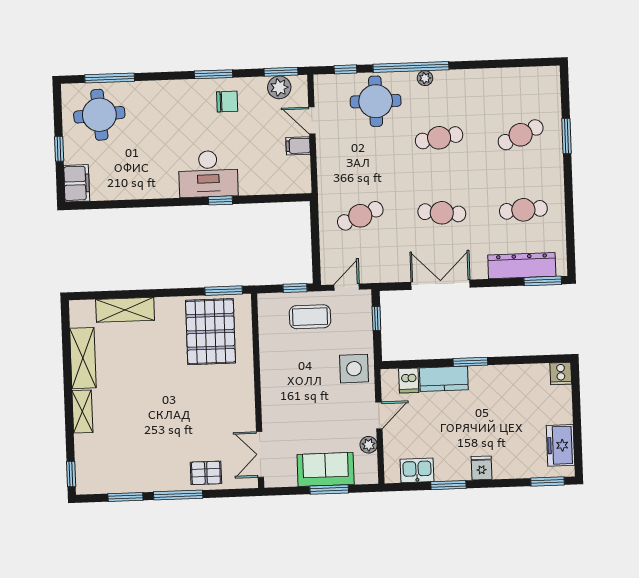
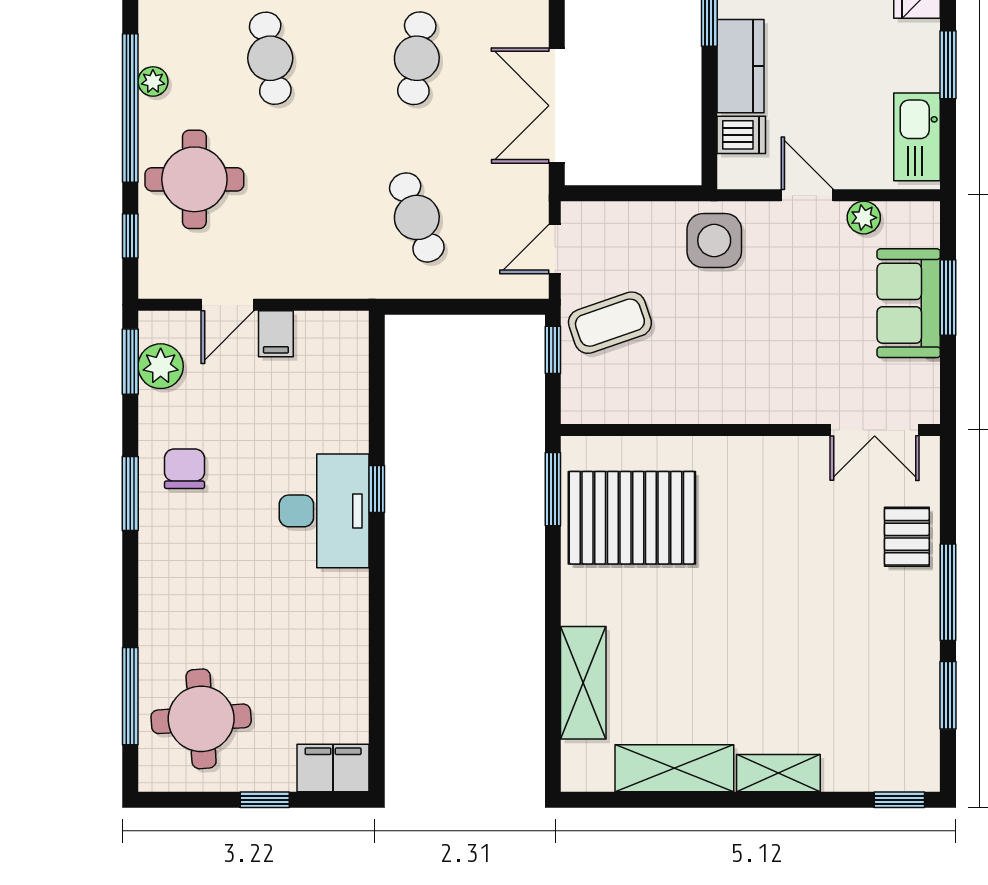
double door: (441, 285) -> (557, 106), moved
door: (347, 287) -> (555, 249), hinge flipped
coffee table: (310, 317) -> (610, 323), turned 71
window: (376, 319) -> (618, 193), removed
kitchen sink: (417, 470) -> (917, 137), width x1.38

